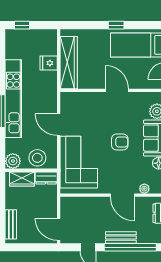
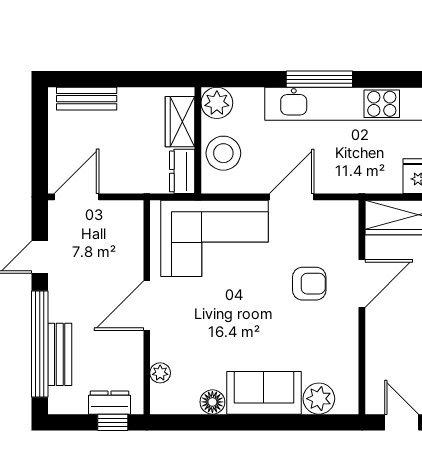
door: (117, 90) -> (362, 284), moved
armchair: (120, 142) -> (309, 284), moved, turned -90
door: (122, 195) -> (147, 306), moved
bench: (121, 238) -> (60, 354), moved

